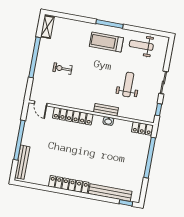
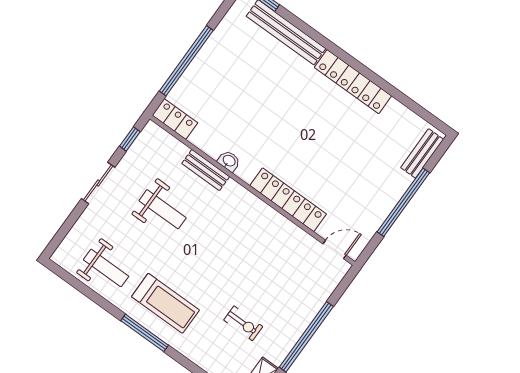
exercise bike: (63, 69) -> (243, 323), moved
weight bench: (128, 85) -> (163, 209), turned -90
door: (41, 103) -> (335, 250), hinge flipped
bench: (106, 110) -> (206, 170), moved
bench: (22, 162) -> (422, 153), width x0.73

